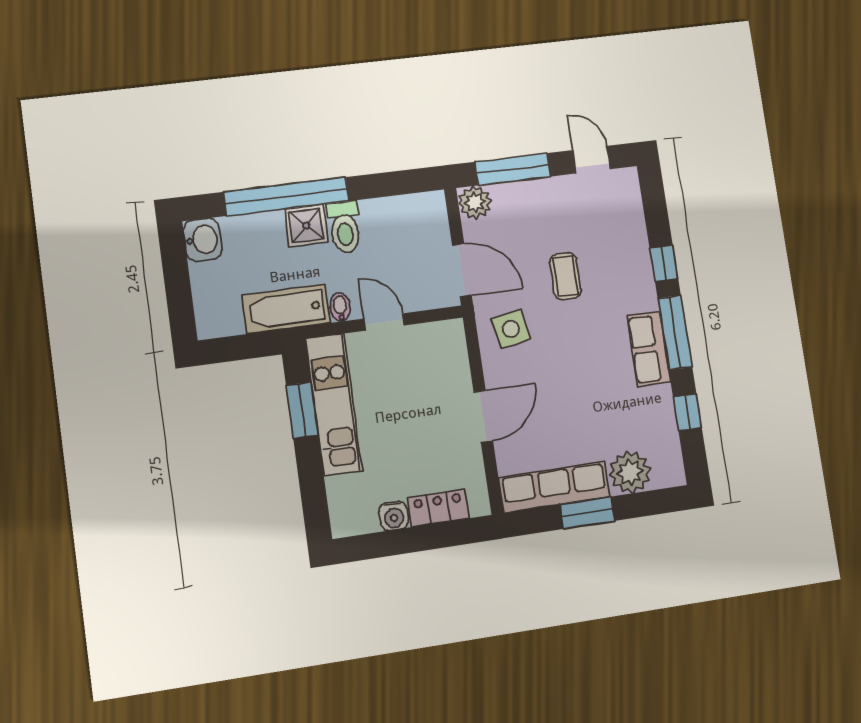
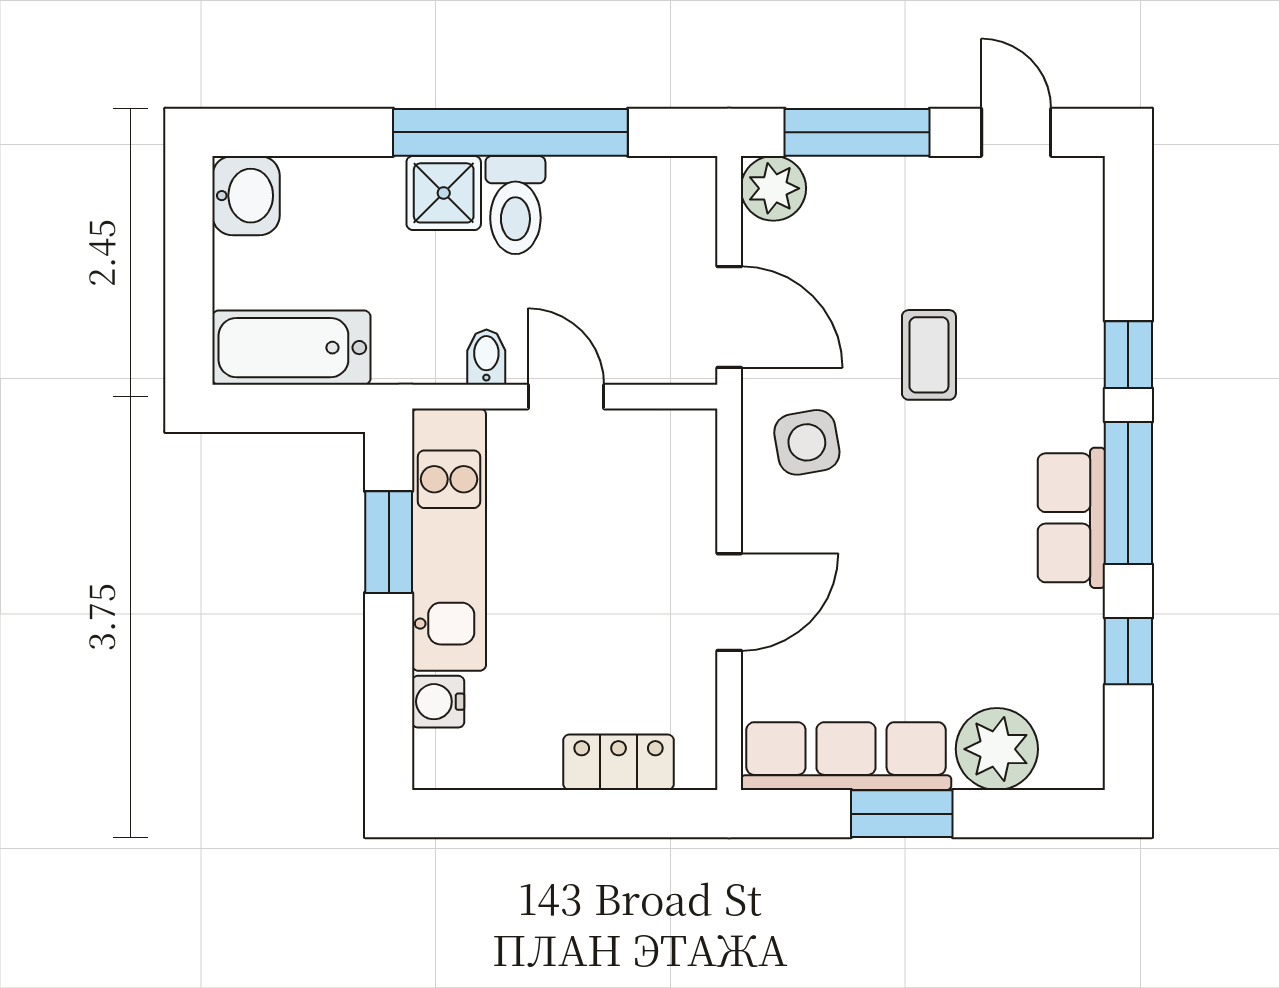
window: (286, 196) -> (510, 132), moved
bathtub: (286, 309) -> (291, 348), moved
water cooler: (394, 516) -> (438, 702), moved, turned 90

